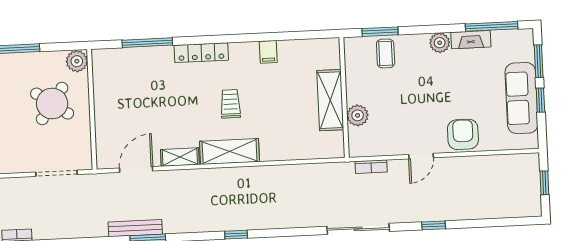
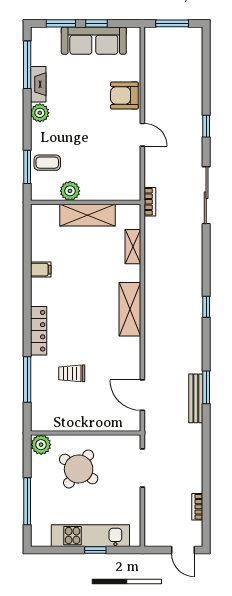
trolley: (230, 104) -> (72, 373), moved
plant: (358, 115) -> (70, 191), moved
shelving: (180, 157) -> (133, 247), moved
bookcase: (371, 167) -> (150, 202), moved
window: (544, 183) -> (172, 23), width x1.50

